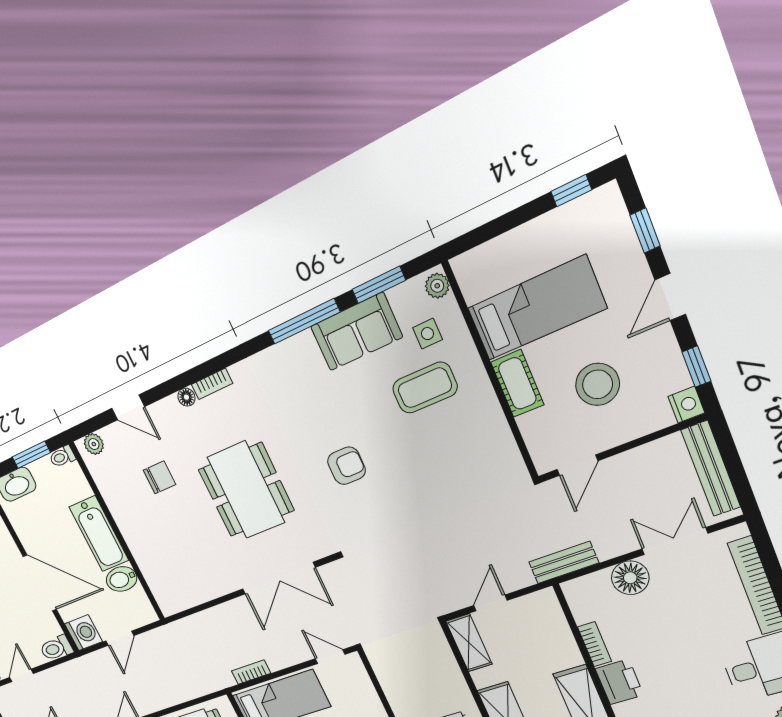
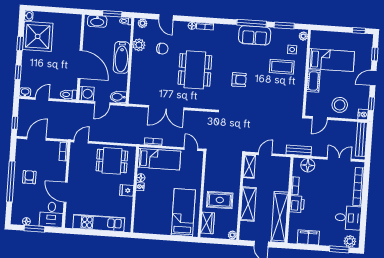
sofa: (356, 332) -> (255, 35), moved
stool: (598, 384) -> (340, 105), moved
plant: (114, 492) -> (139, 45), added
double door: (279, 578) -> (166, 108), moved
floor lamp: (630, 578) -> (308, 165), moved
bidet: (122, 579) -> (118, 97), moved

